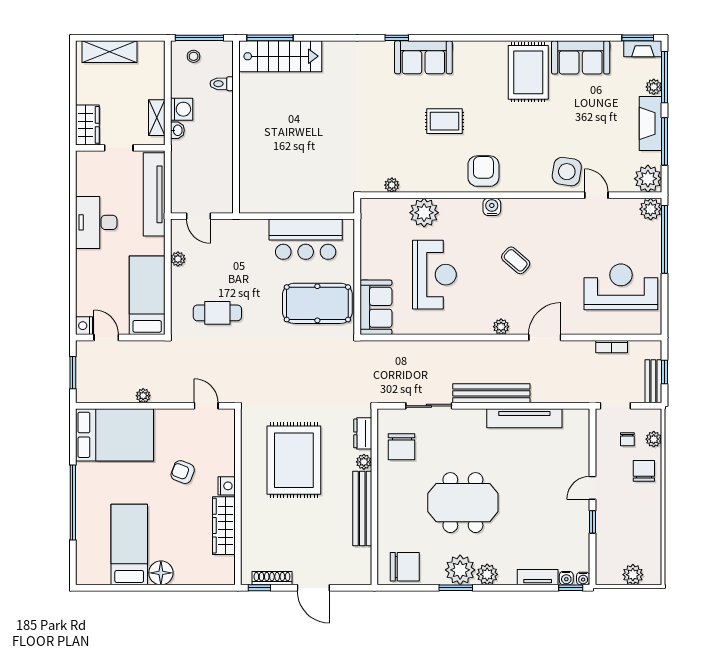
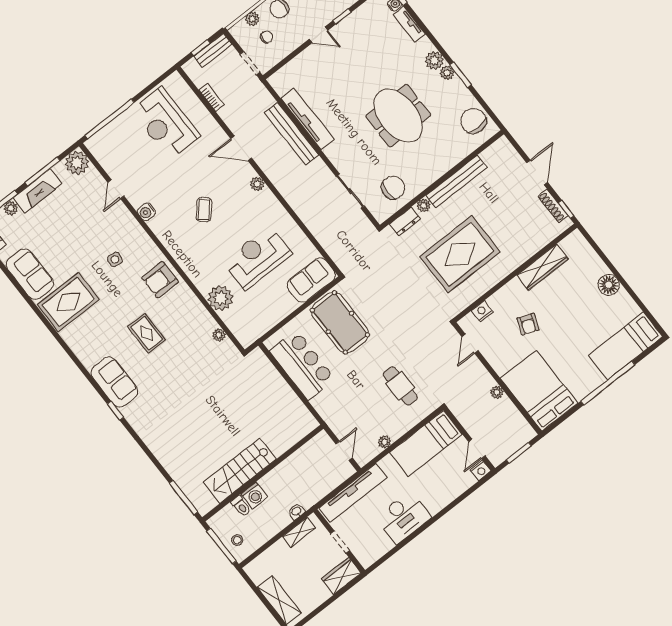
stairs: (281, 56) -> (240, 471), moved, turned -90
washing machine: (182, 109) -> (254, 495), moved, turned 180
side table: (567, 172) -> (115, 259), moved, width x0.54, depth x0.54
water cooler: (492, 207) -> (146, 212), moved
plant: (651, 209) -> (96, 145), removed
bench: (491, 393) -> (292, 134), moved
nightstand: (227, 486) -> (482, 311), moved
bed: (129, 545) -> (625, 346), moved
plant: (460, 570) -> (447, 73), width x0.53, depth x0.53

